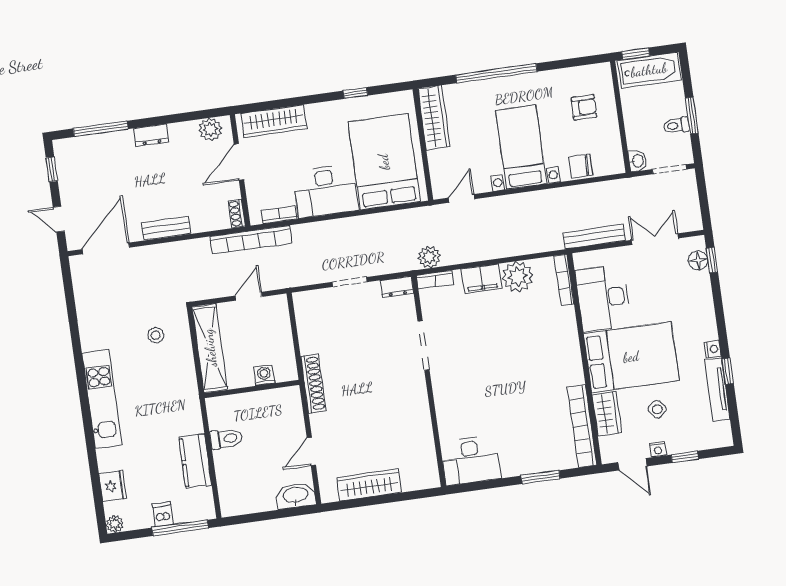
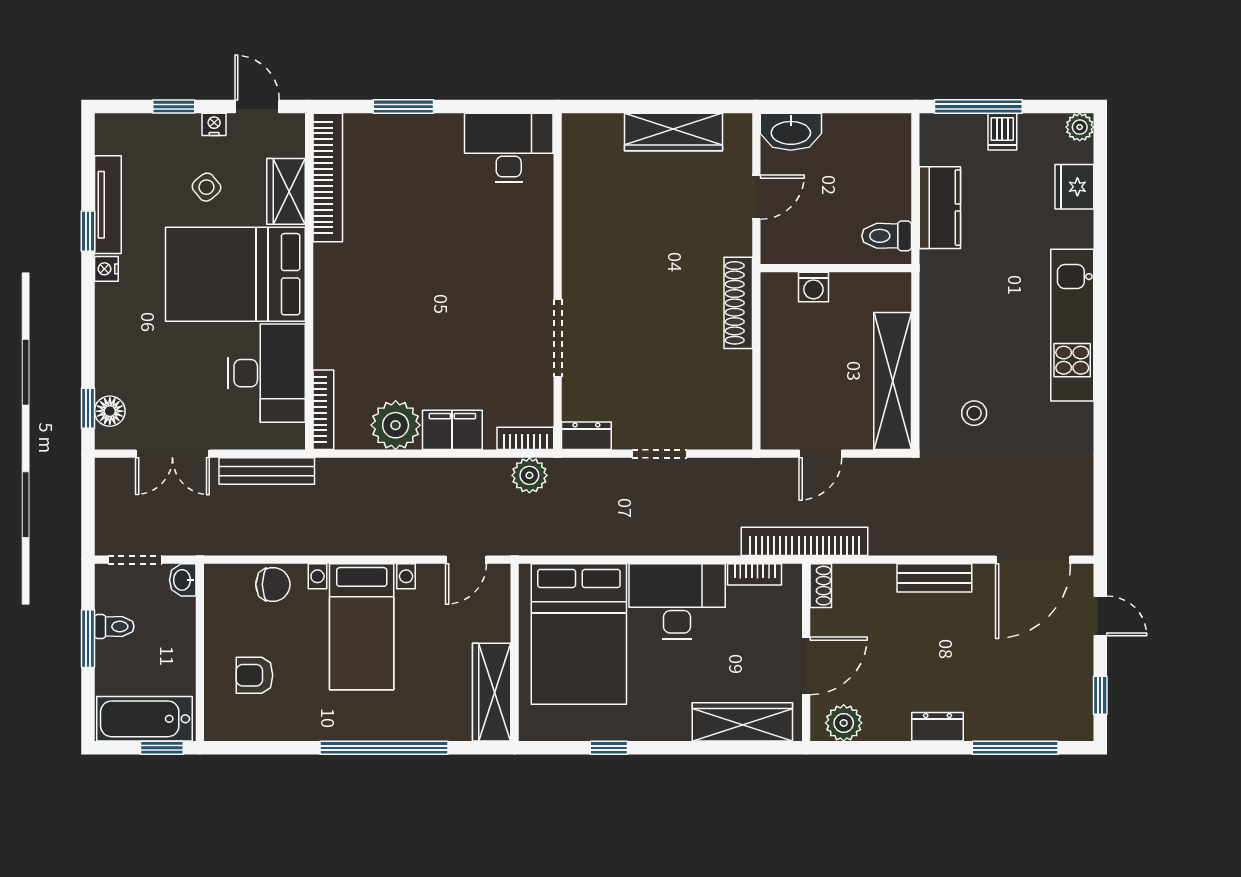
washing machine: (264, 375) -> (813, 287), moved
wall: (252, 389) -> (836, 268), moved

